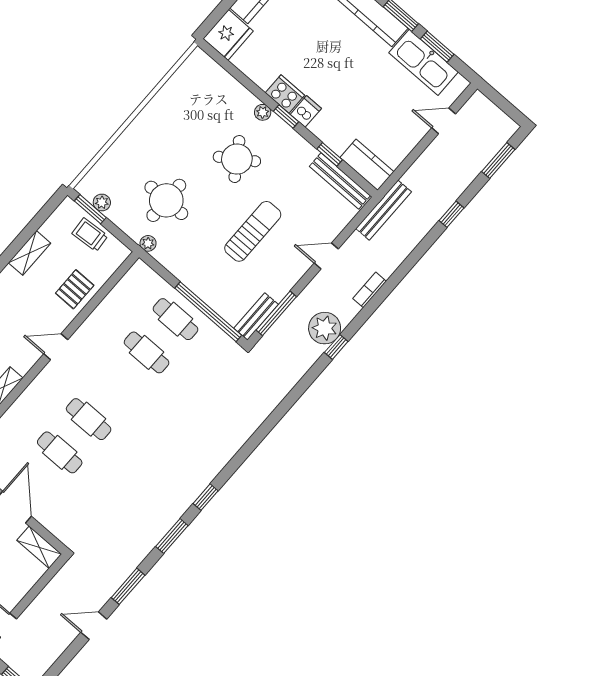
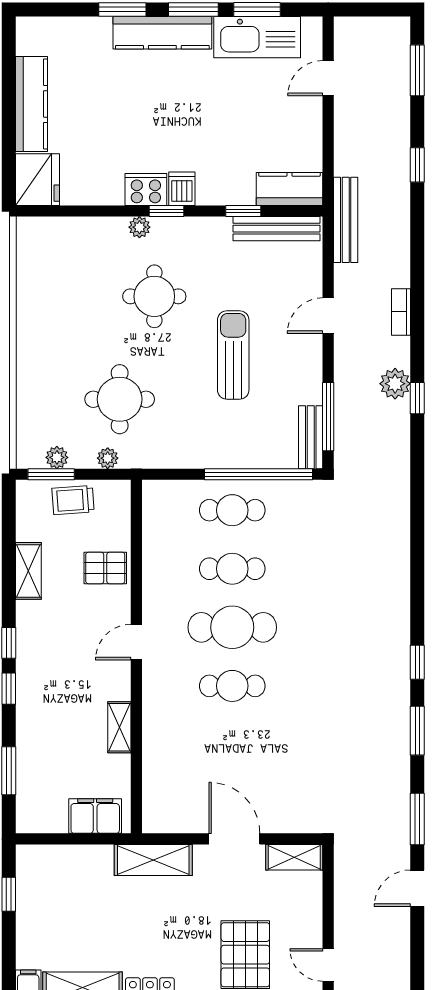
round table: (237, 159) -> (154, 296), turned 34
plant: (148, 243) -> (108, 458), moved
pallet: (75, 289) -> (105, 568), turned 90
plant: (325, 328) -> (395, 384), width x0.73, depth x0.73
cafe table: (60, 452) -> (232, 627), moved, width x1.37, depth x1.35

